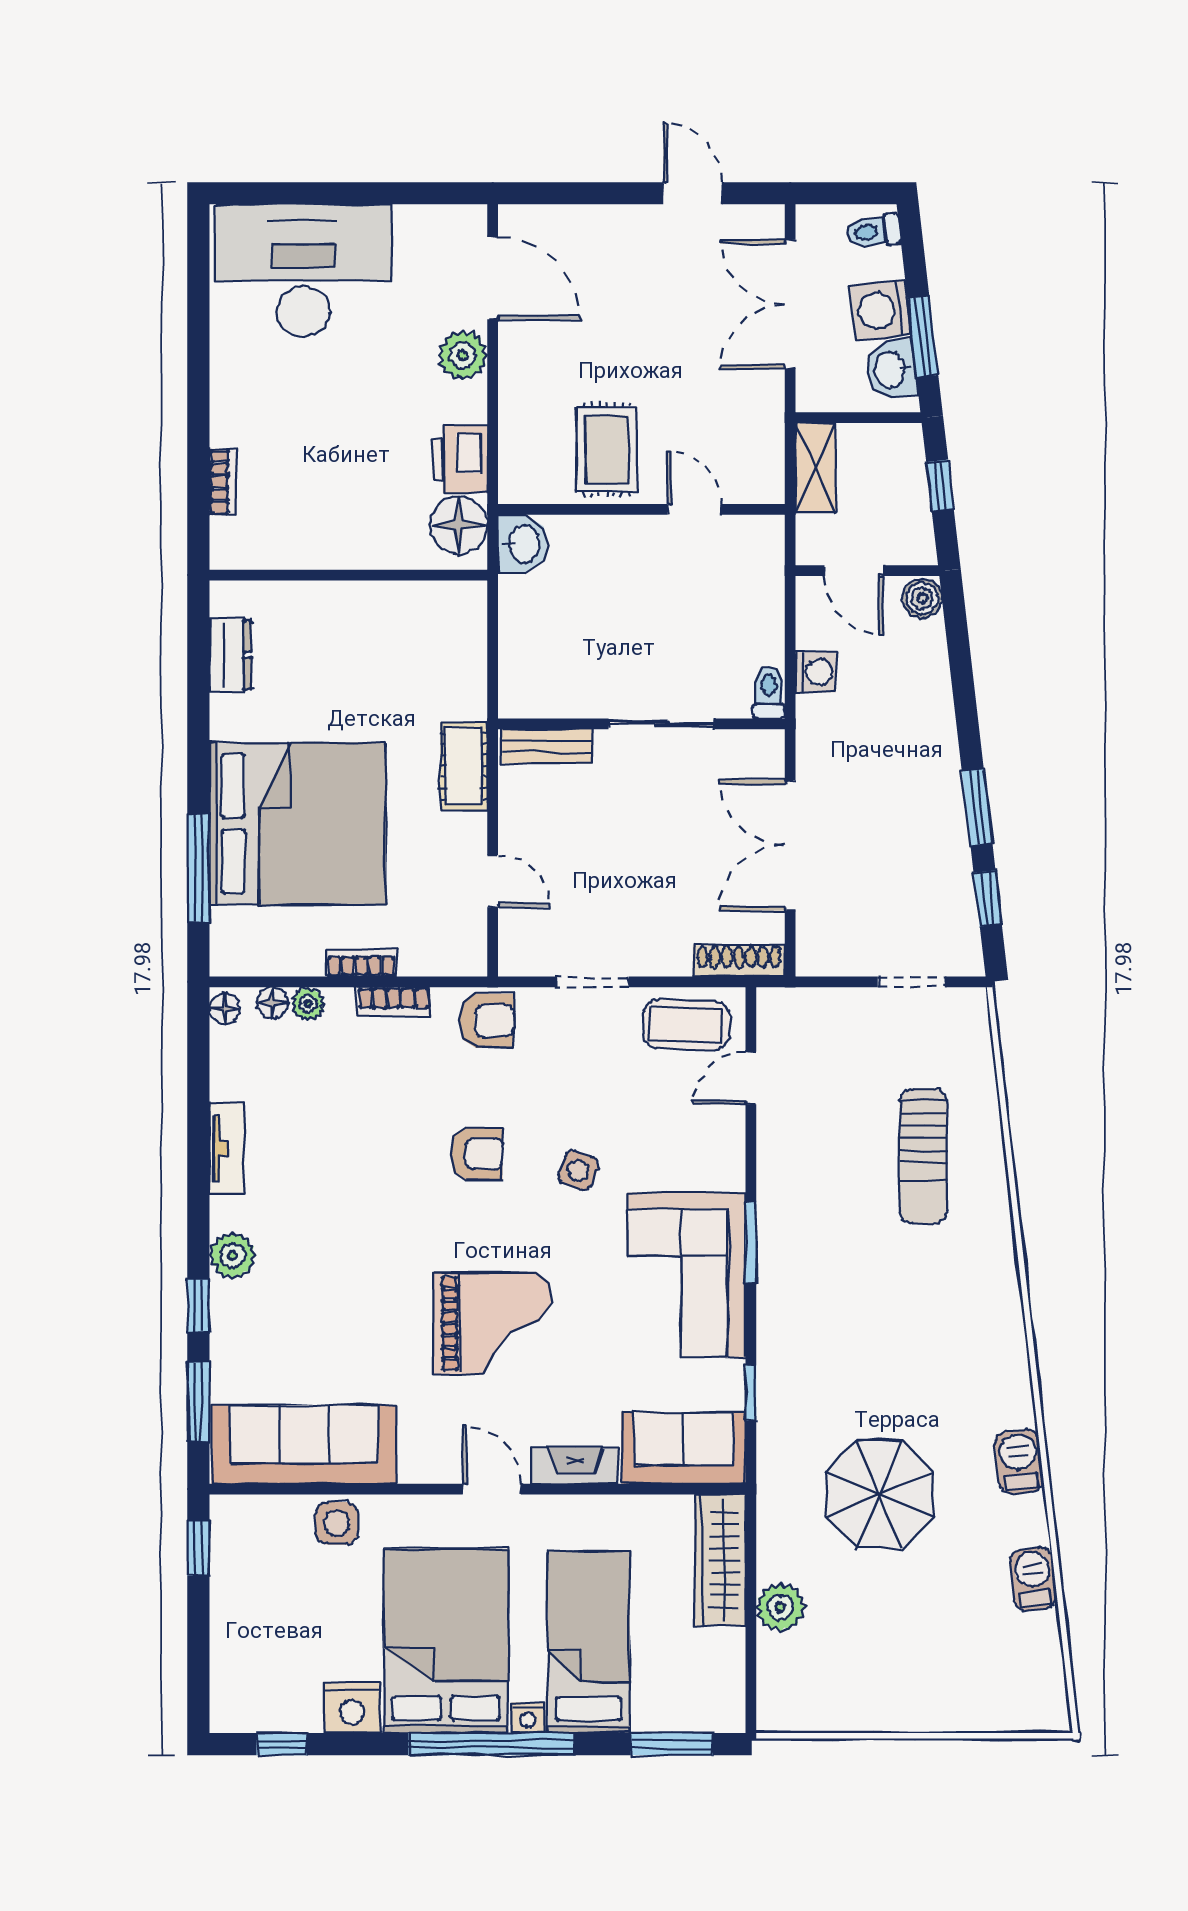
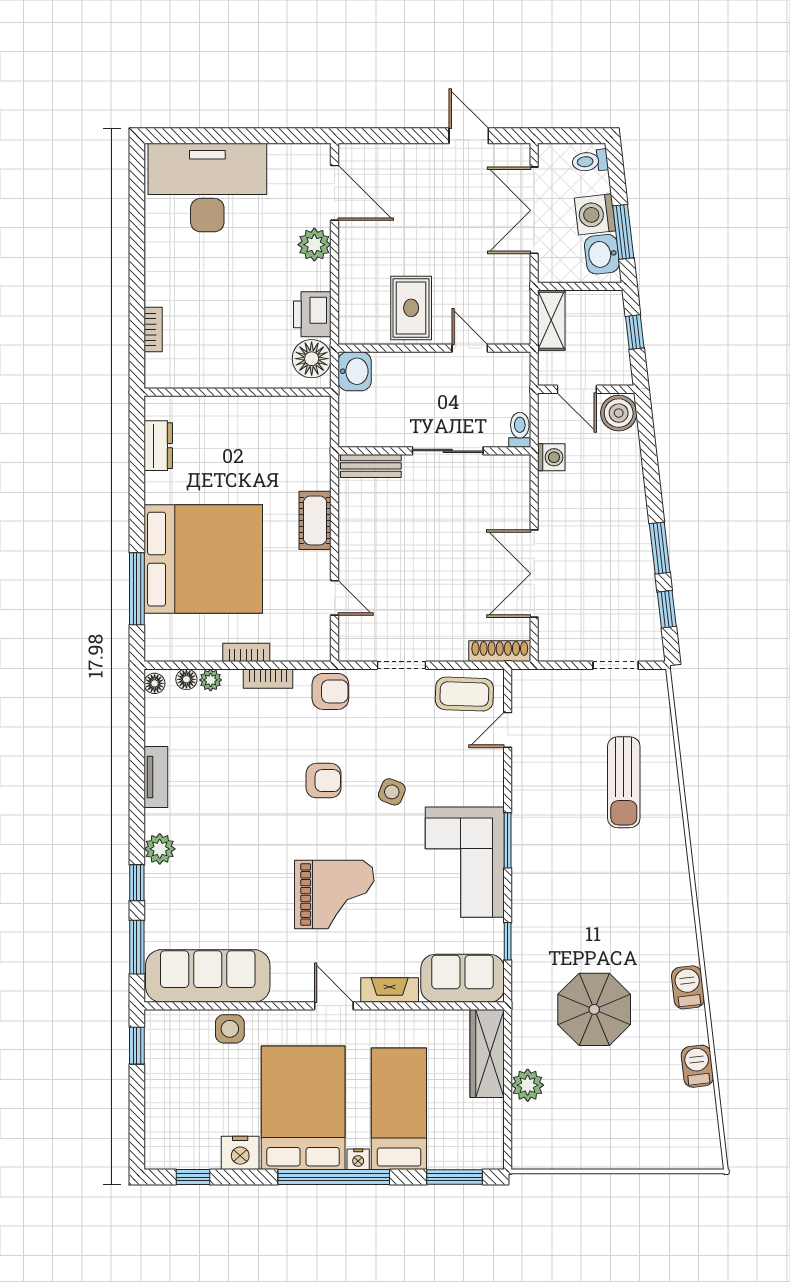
boiler: (922, 598) -> (619, 413), width x1.36, depth x1.36
toilet: (769, 692) -> (520, 430), moved
wall: (641, 724) -> (434, 451), moved
sliding door: (661, 724) -> (448, 451), moved
bench: (547, 746) -> (371, 466), moved

